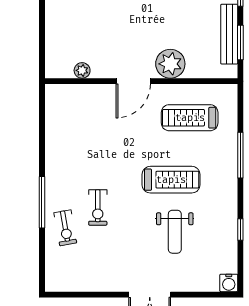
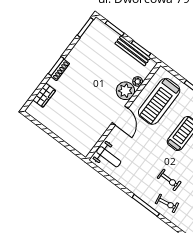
plant: (82, 70) -> (138, 81), moved
weight bench: (69, 107) -> (109, 157), added
treadmill: (190, 118) -> (159, 101), width x1.37, depth x1.38

